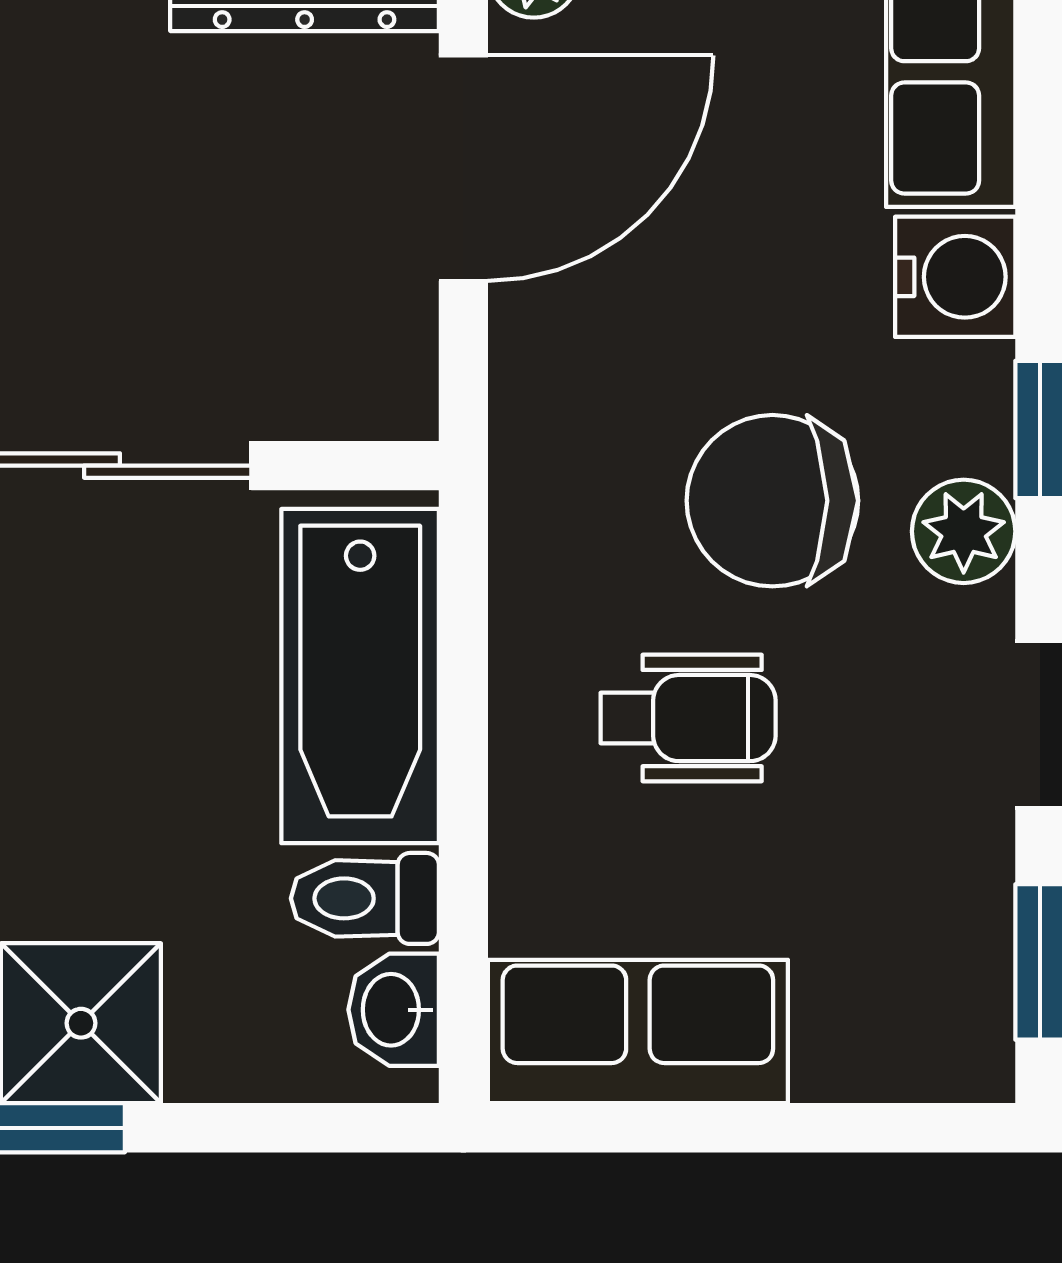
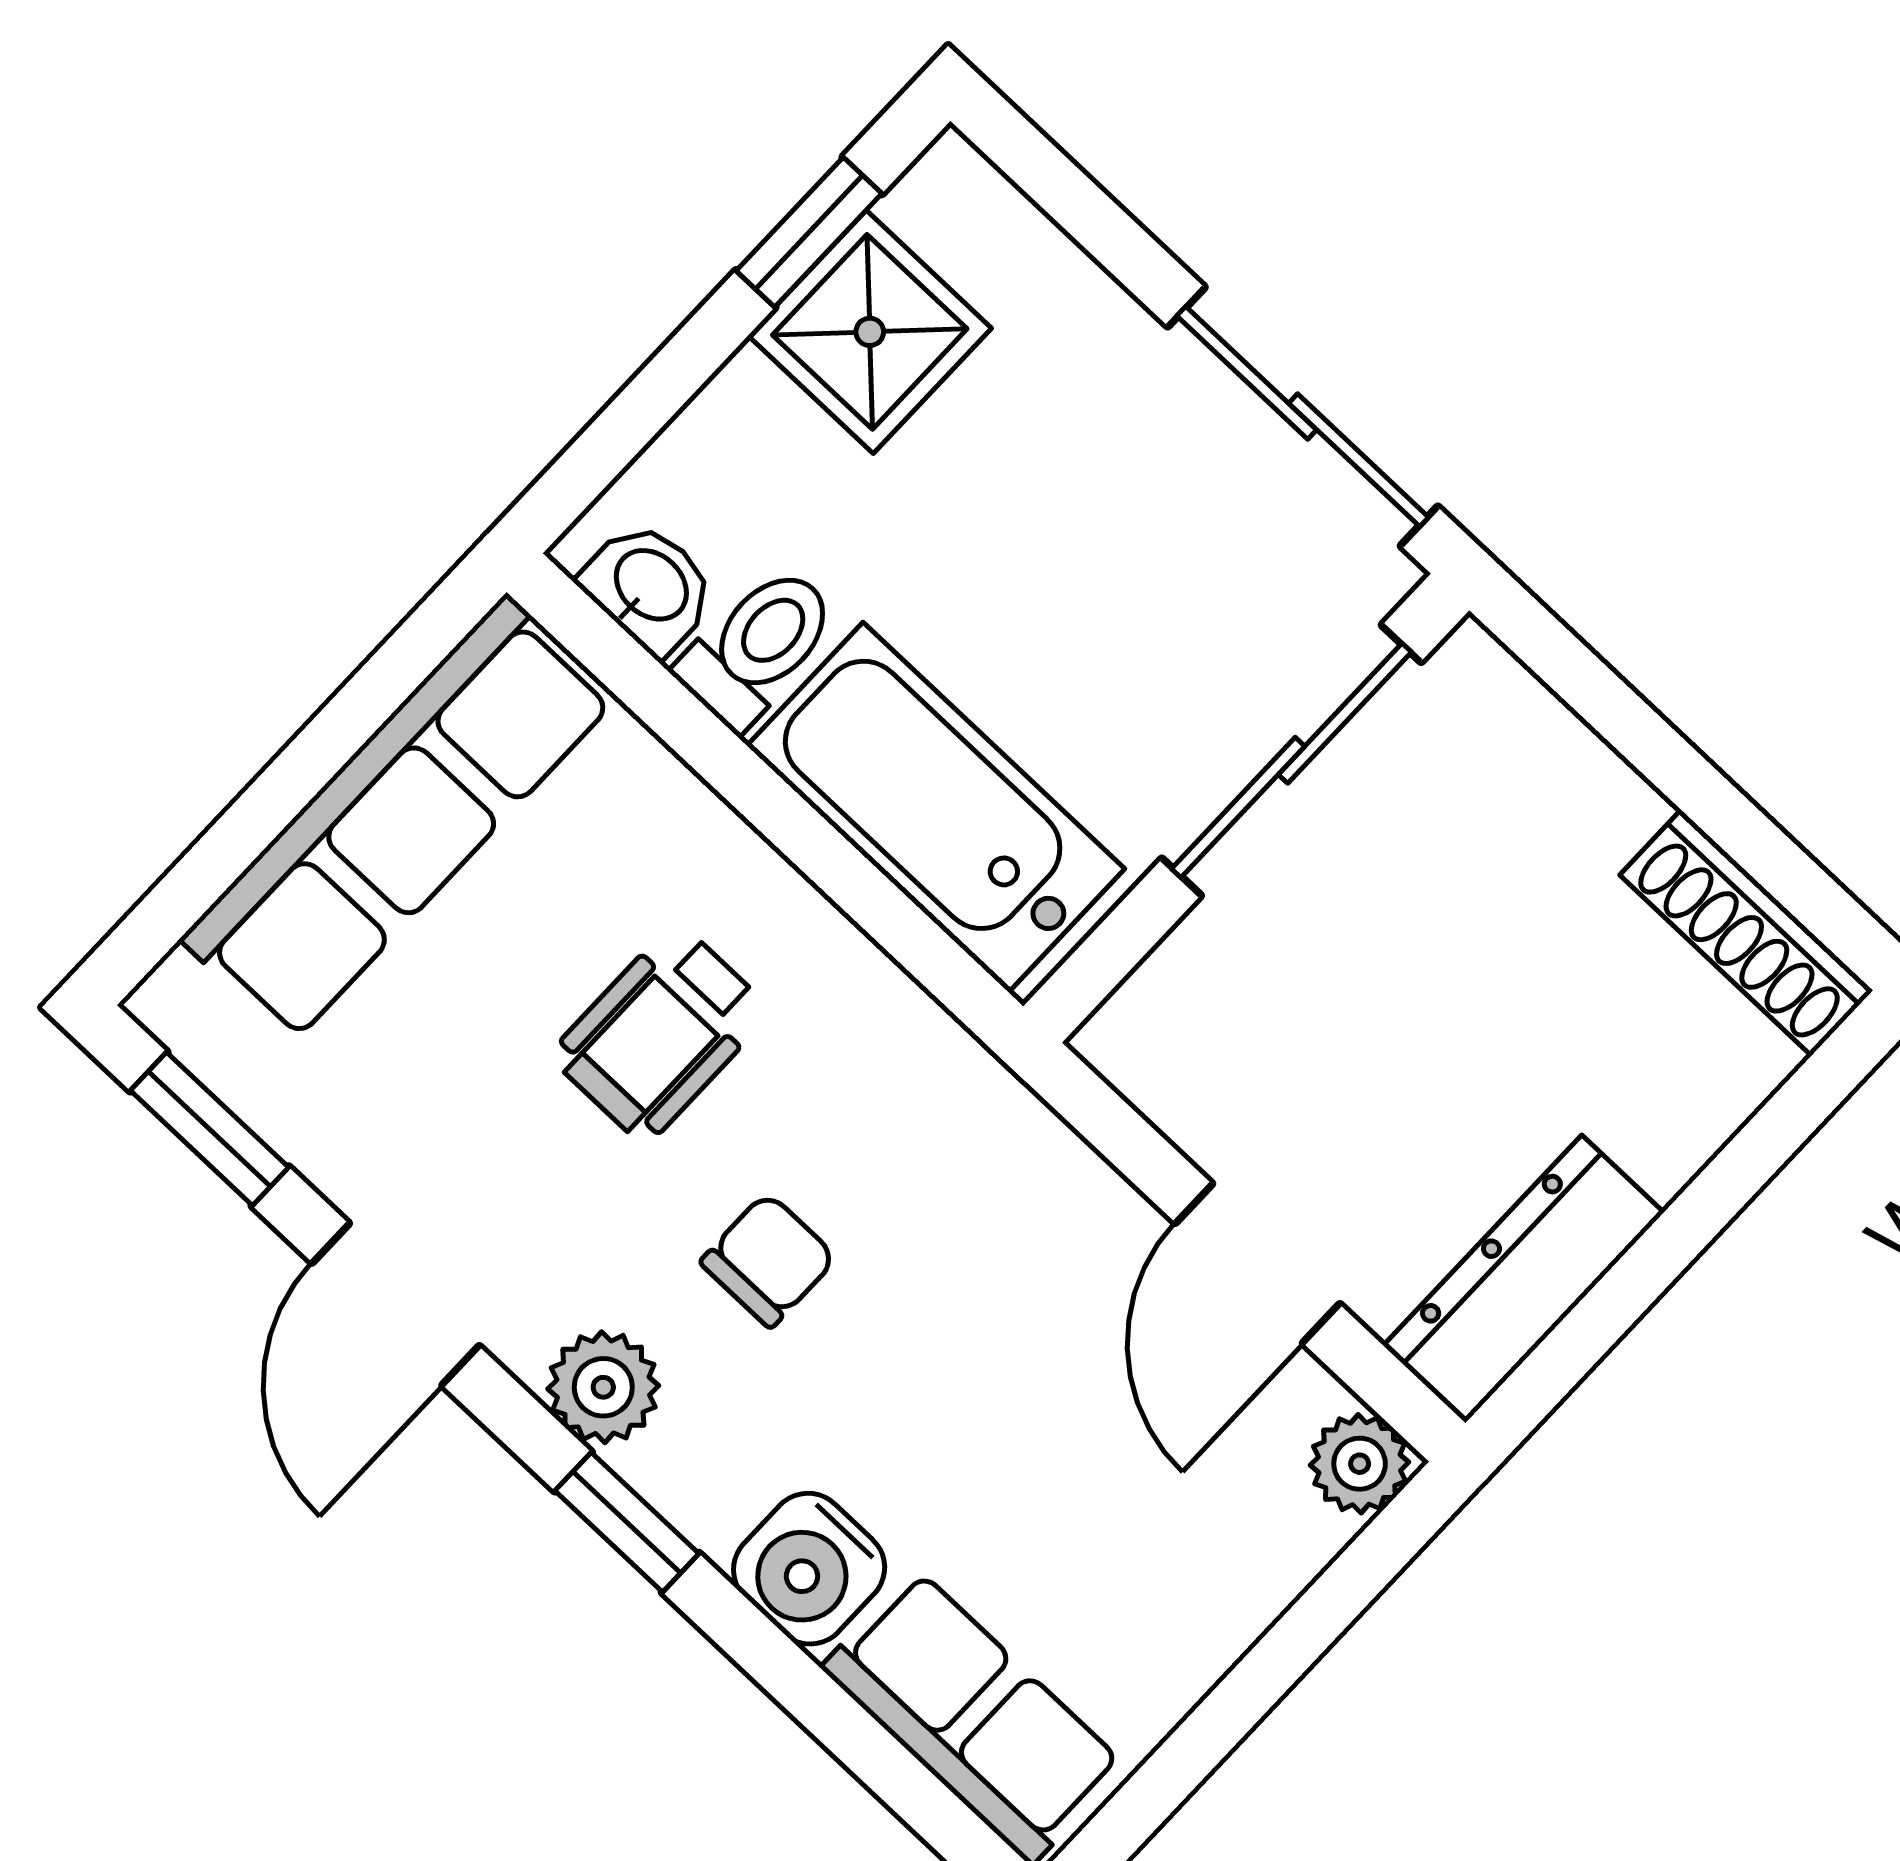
door: (463, 168) -> (1258, 1263), width x0.73
chair: (772, 501) -> (769, 1260), width x0.54, depth x0.54
row of seats: (638, 1031) -> (399, 819), width x1.48

